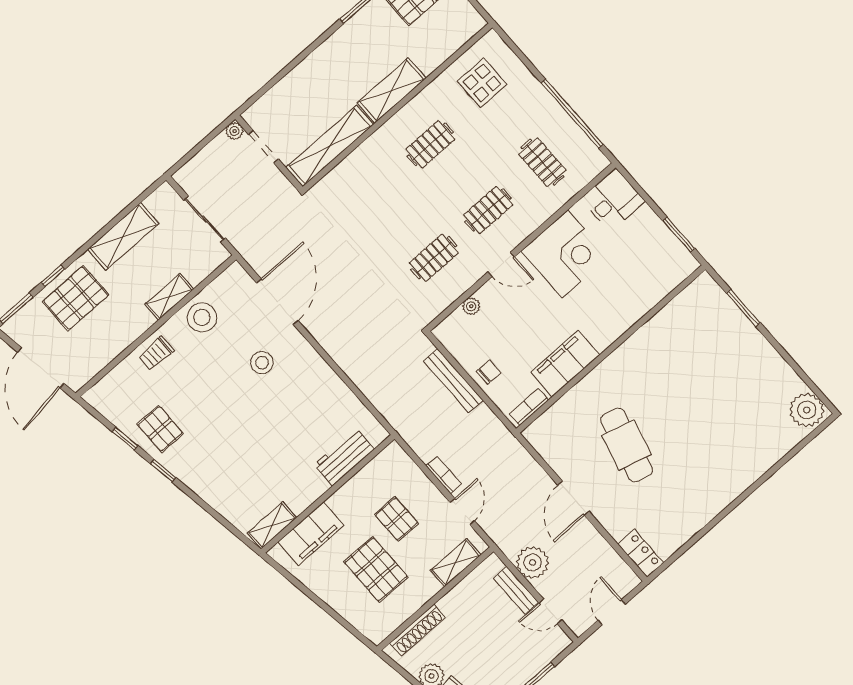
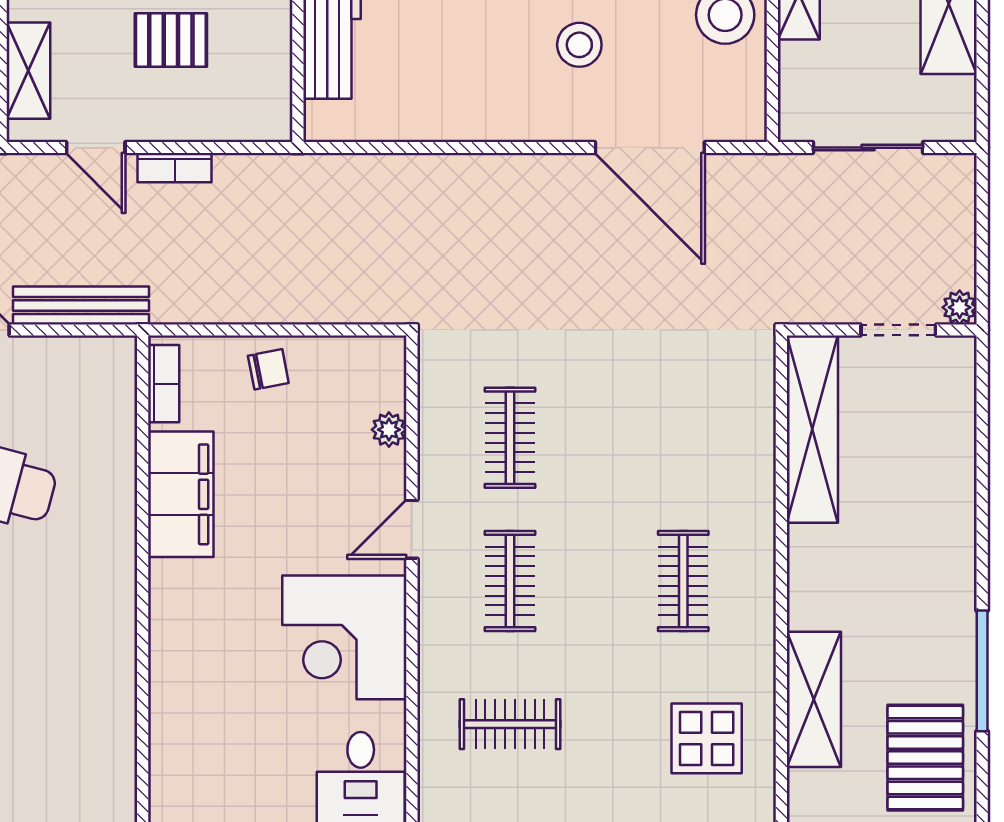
shelving: (392, 90) -> (814, 699), moved
chair: (489, 372) -> (268, 369), turned -101
bench: (453, 381) -> (81, 306), moved

